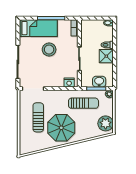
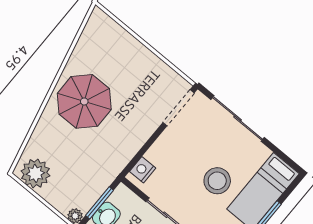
sun lounger: (83, 103) -> (93, 165), removed
sun lounger: (38, 117) -> (129, 80), removed

